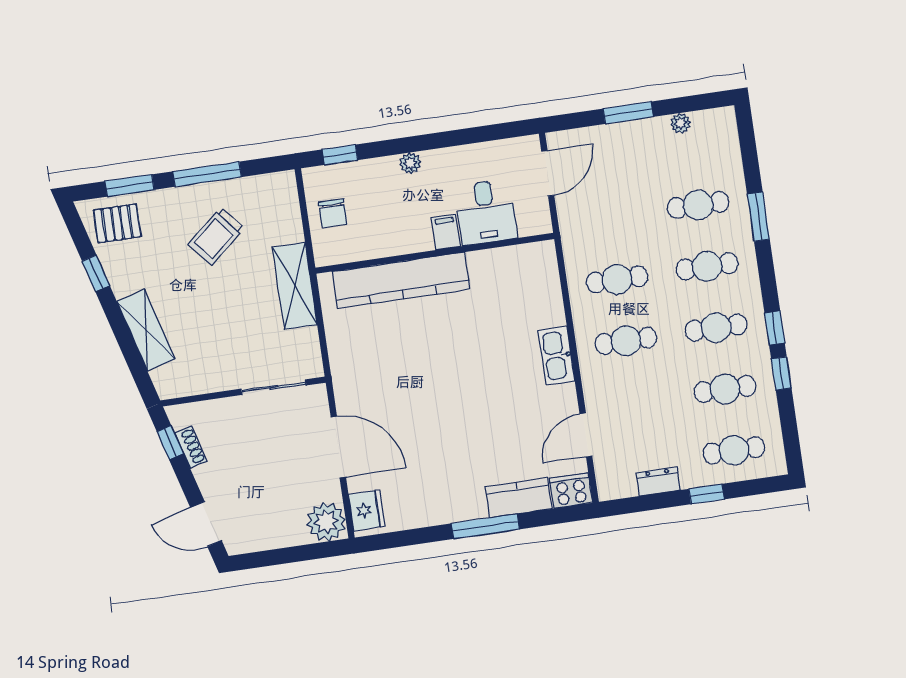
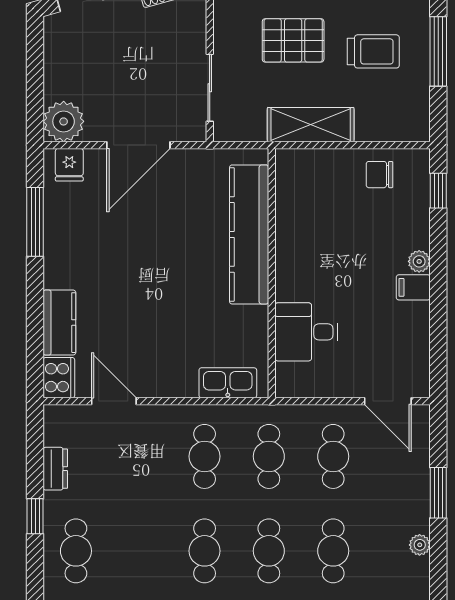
desk: (486, 212) -> (306, 332), moved
filing cabinet: (446, 232) -> (413, 287), moved, turned 180
trolley: (216, 236) -> (373, 51), turned 130
wall: (435, 253) -> (272, 273), moved
kitchen counter: (401, 280) -> (249, 234), moved
pallet: (217, 314) -> (293, 40), added
kitchen sink: (556, 356) -> (228, 383), moved
cafe table: (725, 389) -> (333, 456), moved
fridge: (367, 510) -> (69, 165), width x0.72
window: (485, 526) -> (35, 222), moved

